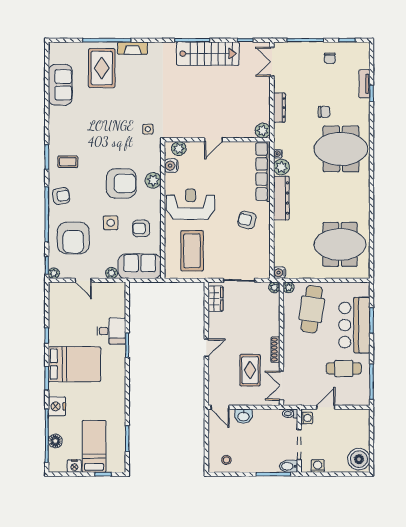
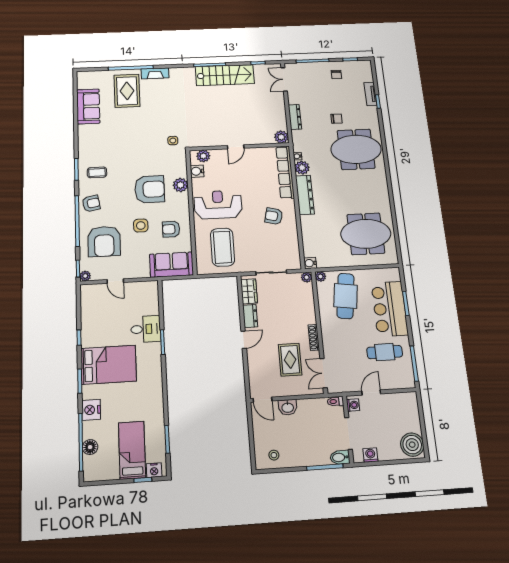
plant: (111, 273) -> (144, 272), removed
dresser: (215, 324) -> (250, 316), added
nightstand: (74, 466) -> (154, 470), moved

